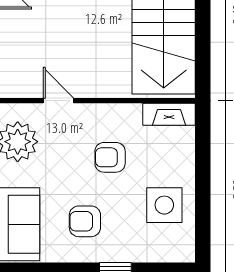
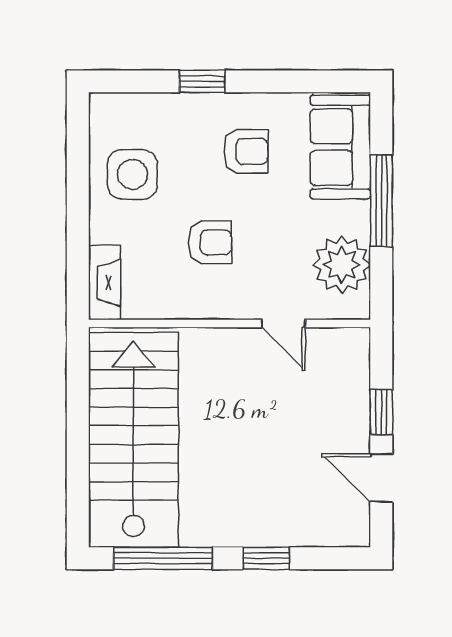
fireplace: (169, 114) -> (105, 283), moved, turned 90

